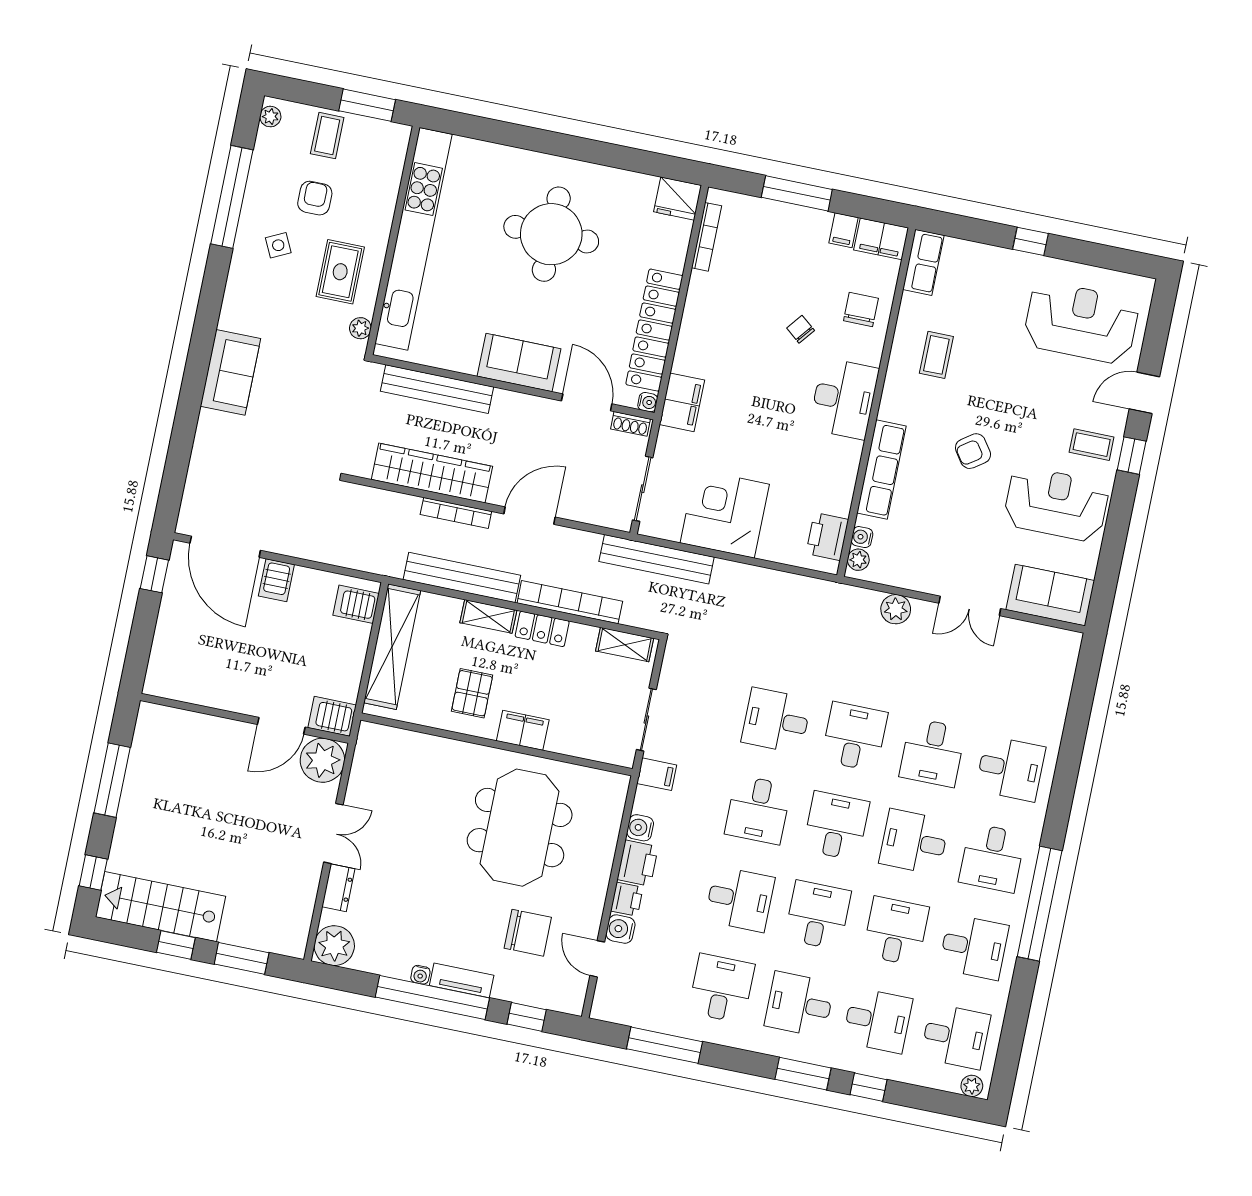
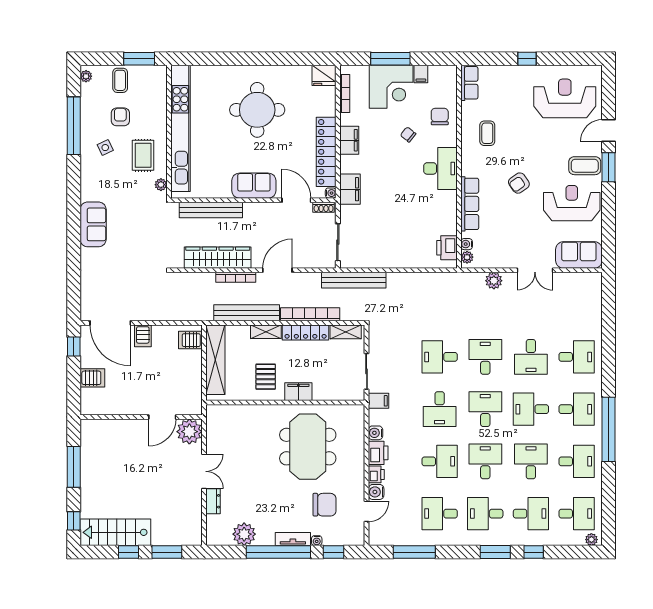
filing cabinet: (881, 239) -> (349, 140), moved, turned -90
coffee table: (1092, 445) -> (585, 166), width x1.36, depth x1.30
window: (1132, 456) -> (608, 167), width x1.50
corner desk: (725, 514) -> (391, 87), moved, turned 180
locker: (542, 629) -> (306, 332), width x1.53
server rack: (332, 716) -> (92, 378), moved, turned 180
desk: (992, 858) -> (577, 409), turned -90
plant: (334, 946) -> (244, 534), moved
door: (597, 959) -> (367, 511), swing flipped
water cooler: (420, 975) -> (317, 541), moved
desk: (721, 988) -> (440, 514), turned -90

